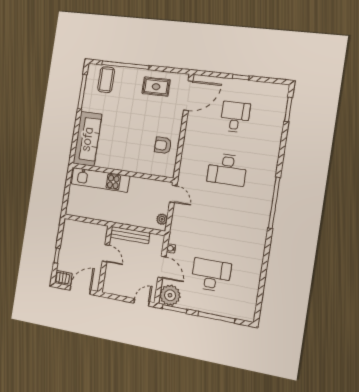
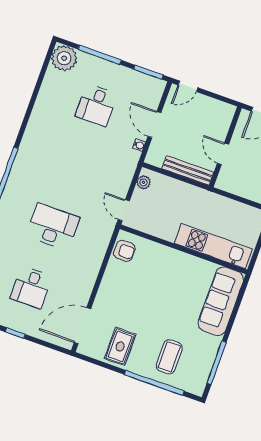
coffee table: (106, 80) -> (169, 357), moved
rug: (156, 87) -> (120, 346), turned 90
armchair: (163, 145) -> (124, 251), moved
desk: (211, 275) -> (96, 105), width x0.73
plant: (170, 295) -> (64, 58), moved

